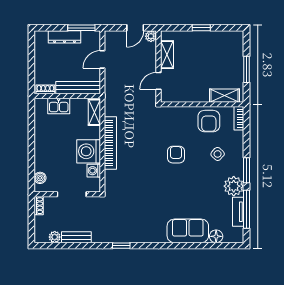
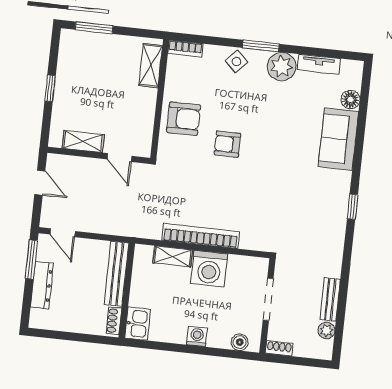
plant: (151, 36) -> (54, 162), removed
door: (102, 59) -> (63, 233), moved
window: (246, 69) -> (94, 28), moved
kitchen sink: (59, 106) -> (138, 324), moved
shelving: (94, 112) -> (173, 256), moved
armchair: (209, 121) -> (184, 119), moved
side table: (218, 154) -> (236, 62), moved
washing machine: (94, 171) -> (197, 336), moved, turned 180
window: (246, 209) -> (317, 52), removed
window: (121, 246) -> (352, 207), moved

